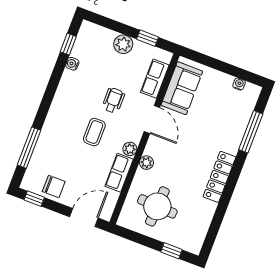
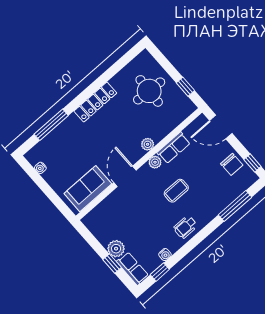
window: (147, 38) -> (112, 264), moved
row of seats: (155, 79) -> (133, 269), moved, turned -90
wheelchair: (113, 100) -> (185, 227), moved
chair: (54, 187) -> (232, 164), turned 180
round table: (157, 206) -> (149, 91), moved
window: (172, 251) -> (185, 87), moved

